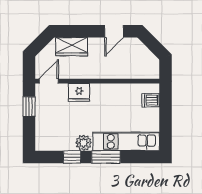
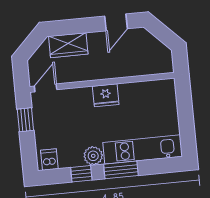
fridge: (79, 92) -> (106, 95), moved
dishwasher: (151, 100) -> (49, 159), moved, turned 90

